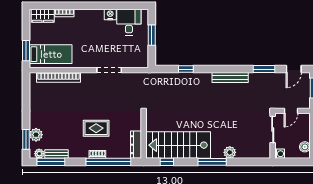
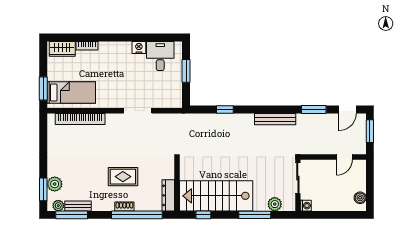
sliding door: (273, 130) -> (298, 178), moved
wall: (273, 136) -> (298, 185), moved
washing machine: (280, 154) -> (306, 206), moved

